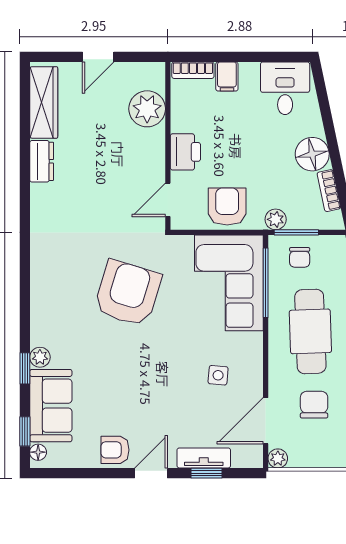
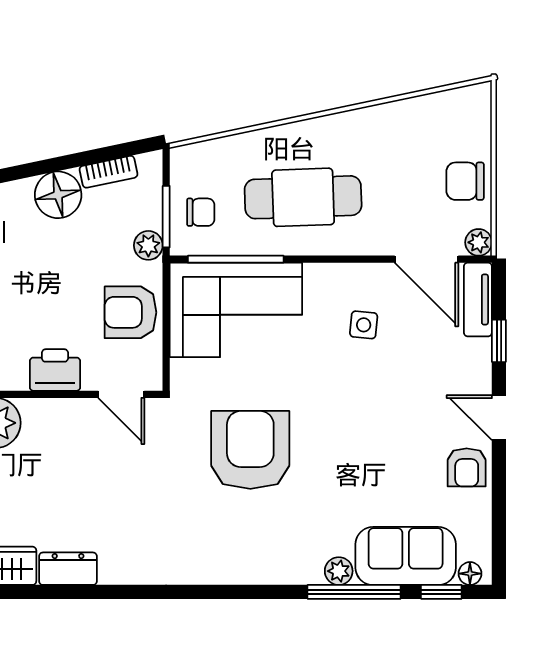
armchair: (128, 293) -> (250, 450), turned 73
window: (25, 368) -> (354, 592), width x2.17
chair: (314, 405) -> (465, 181), moved
tv unit: (204, 458) -> (478, 299), moved

